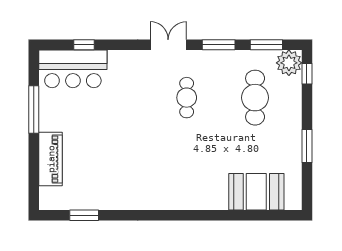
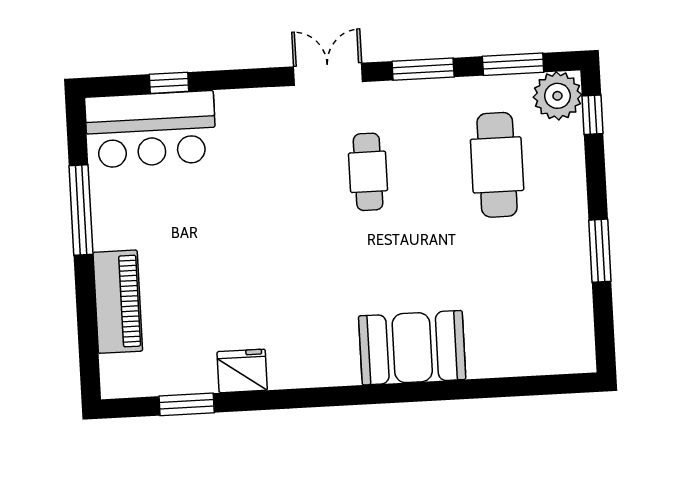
booth: (256, 192) -> (412, 348), moved
fridge: (114, 199) -> (242, 371), added

